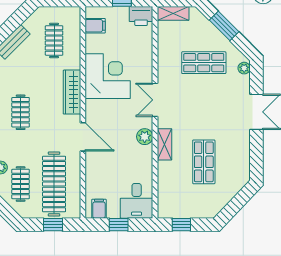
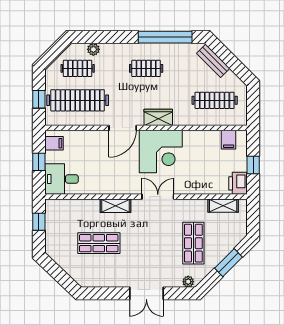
shelving: (173, 13) -> (223, 206), moved, turned 90
clothes rail: (54, 40) -> (215, 100), width x1.36
corner desk: (108, 76) -> (161, 151), moved
wardrobe: (72, 92) -> (158, 117), width x0.67
plant: (145, 137) -> (123, 187), removed

